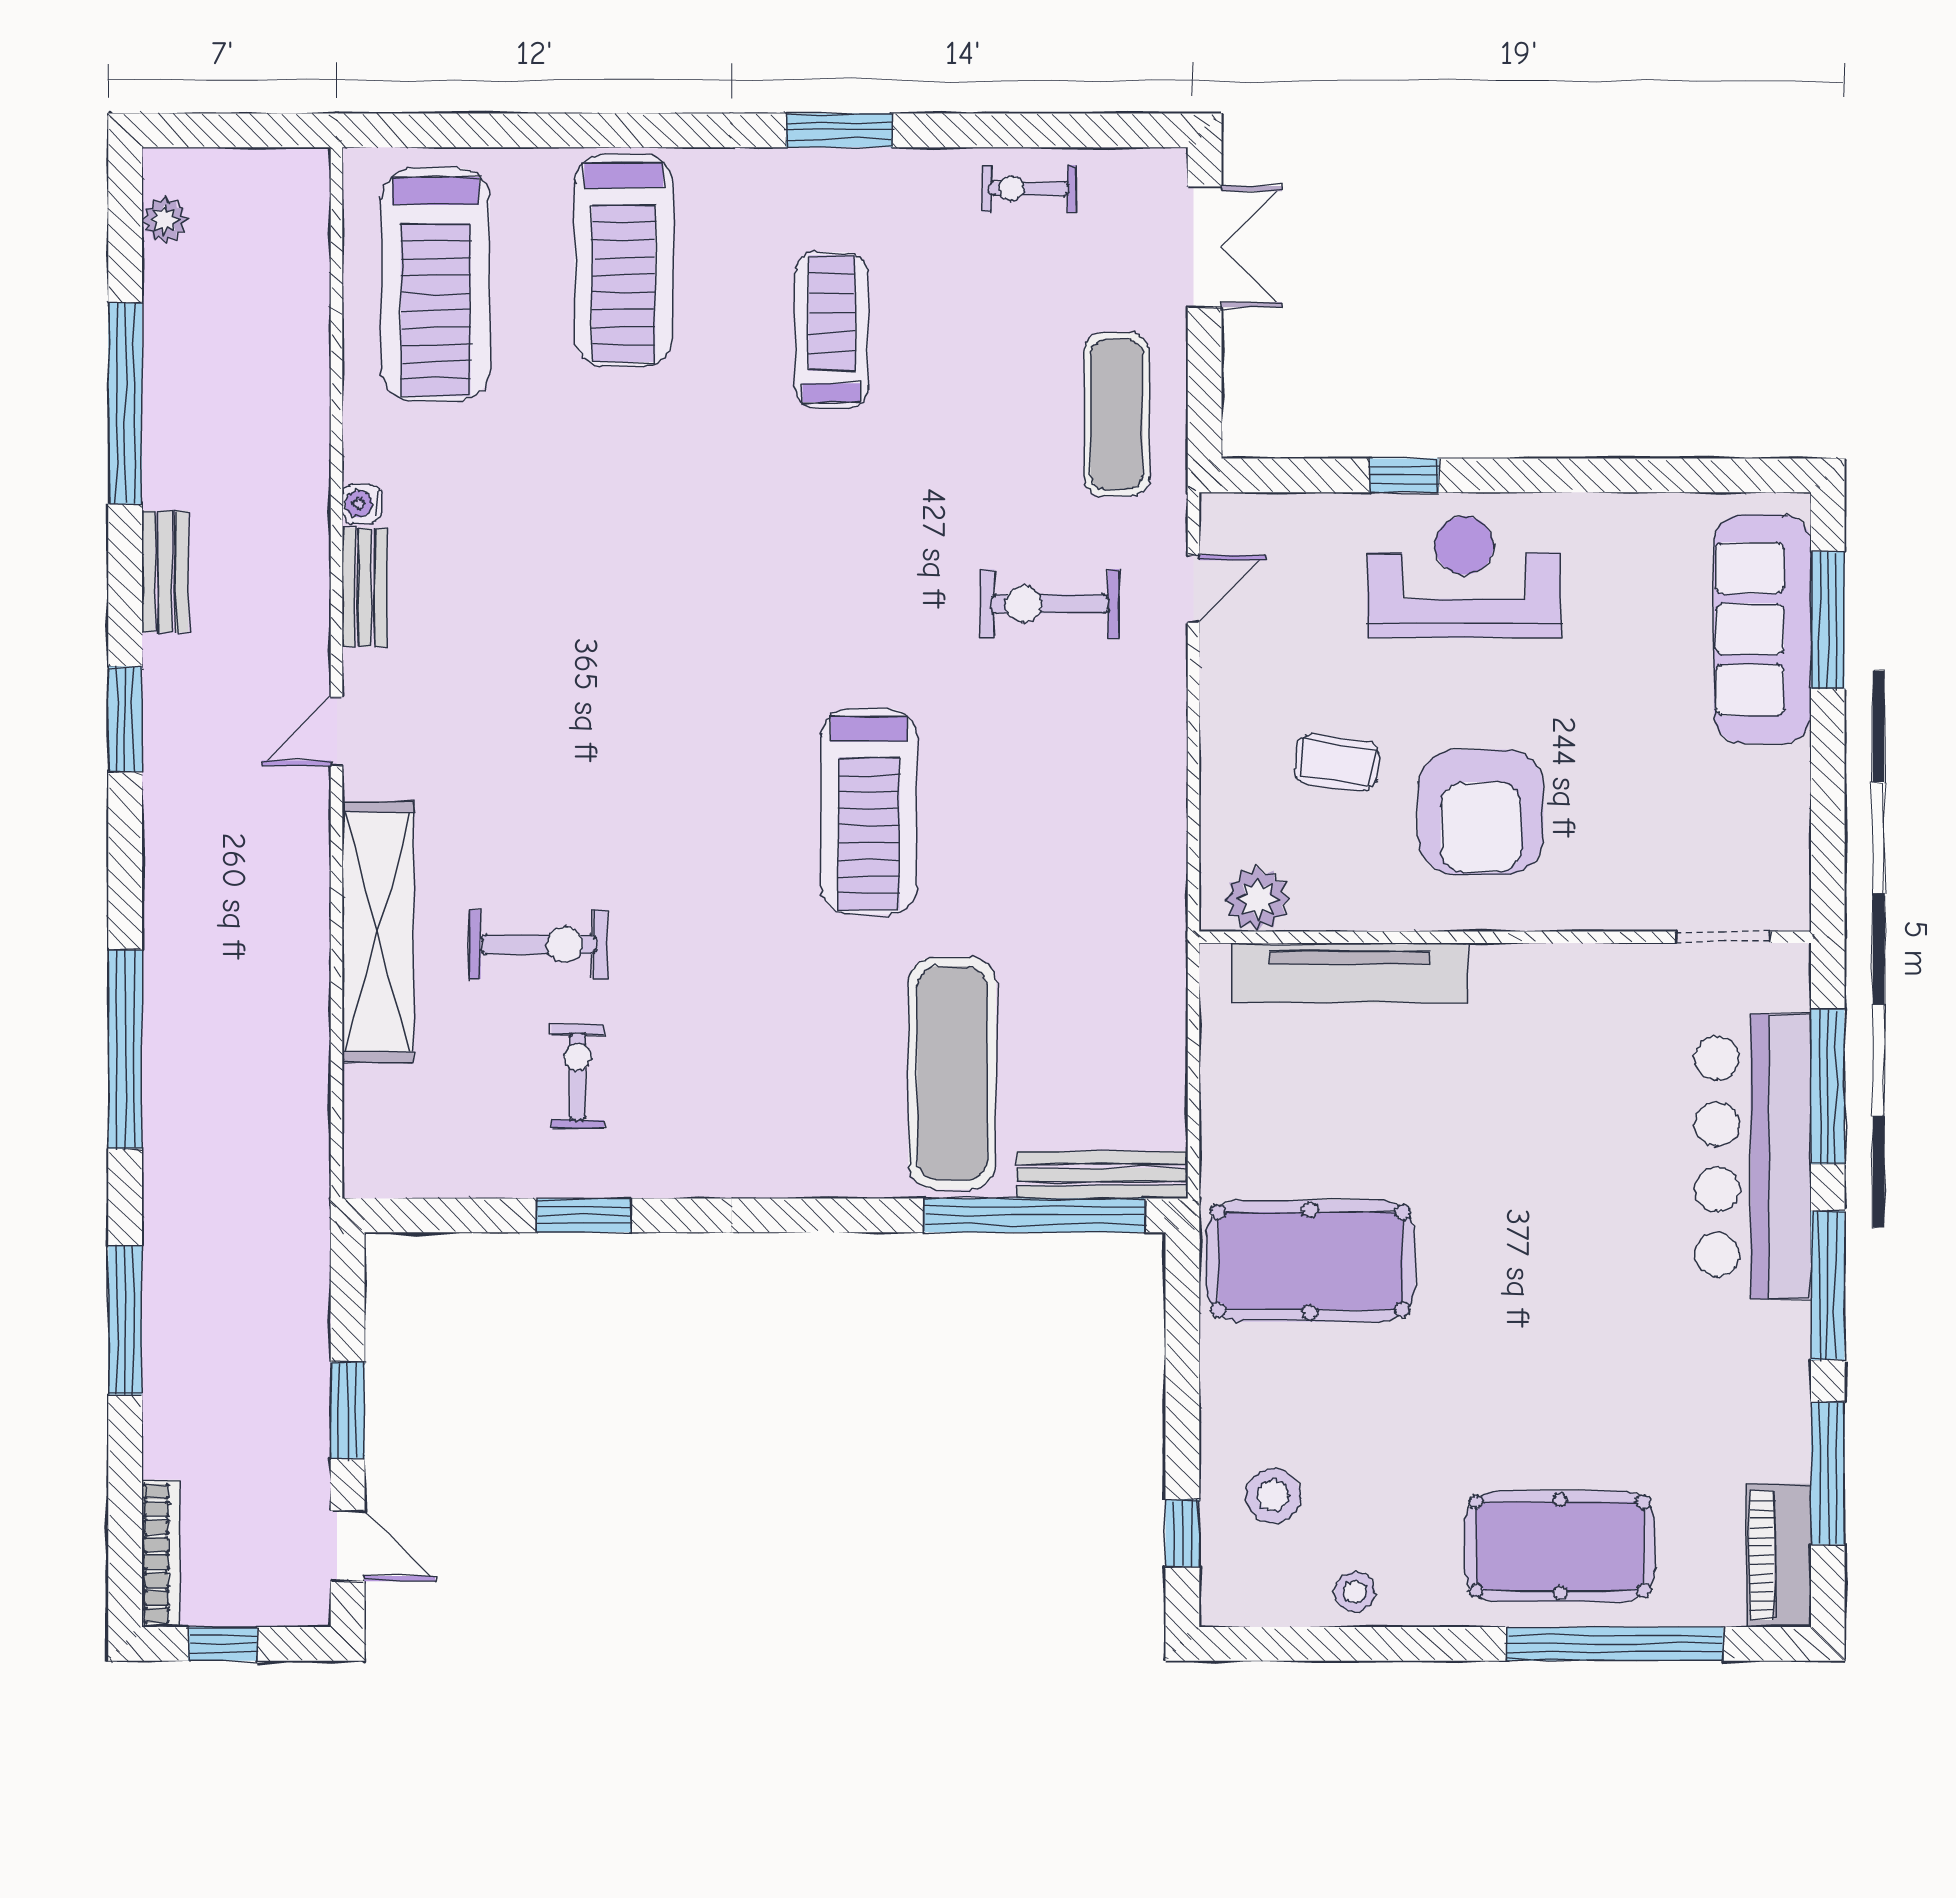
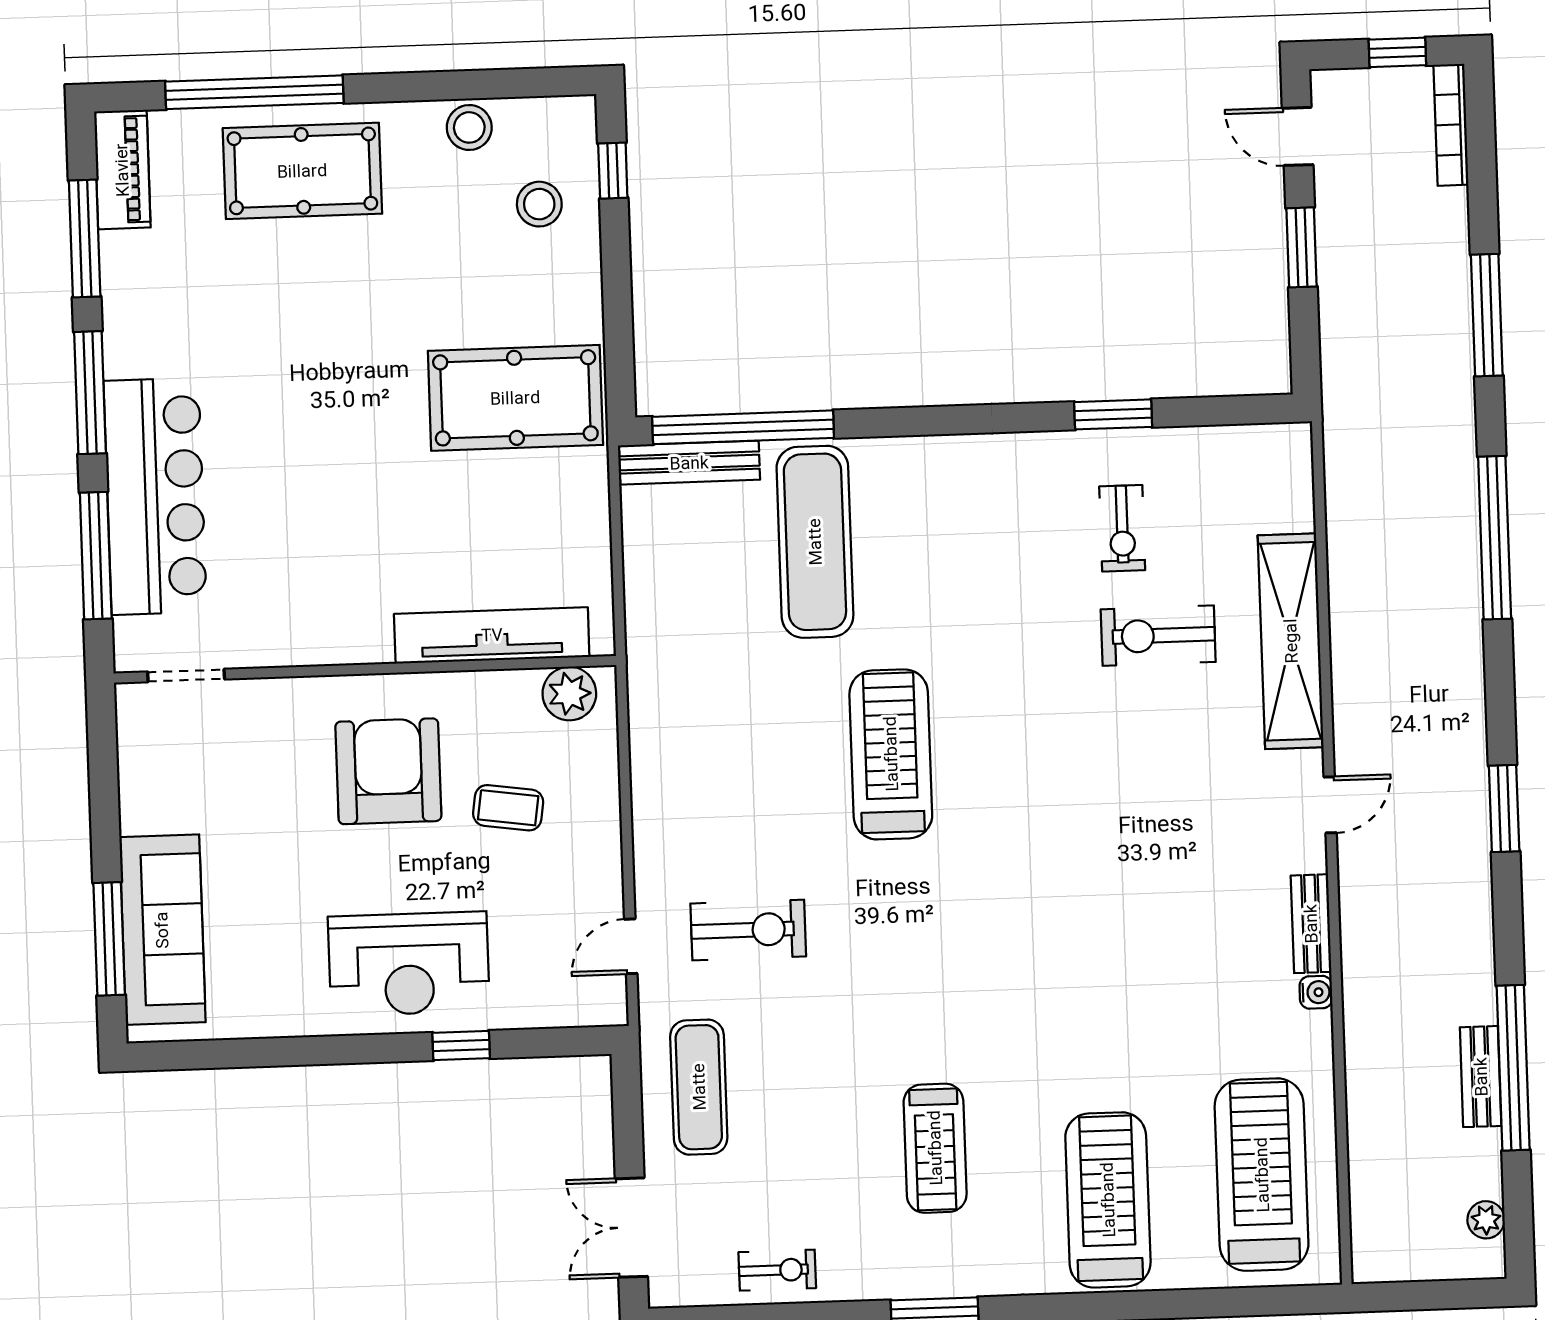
bench: (165, 571) -> (1481, 1077), moved
stool: (1355, 1592) -> (469, 127), width x1.37, depth x1.37

